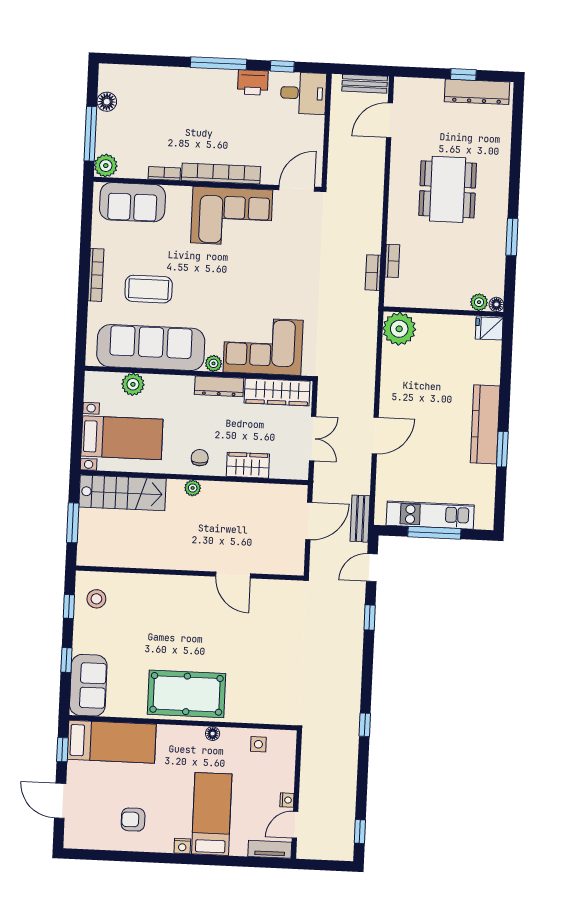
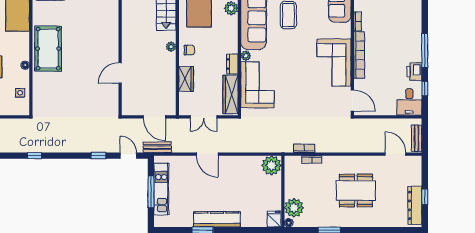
plant: (479, 302) -> (294, 208), width x1.88, depth x1.88
dresser: (219, 386) -> (232, 64), width x0.70

